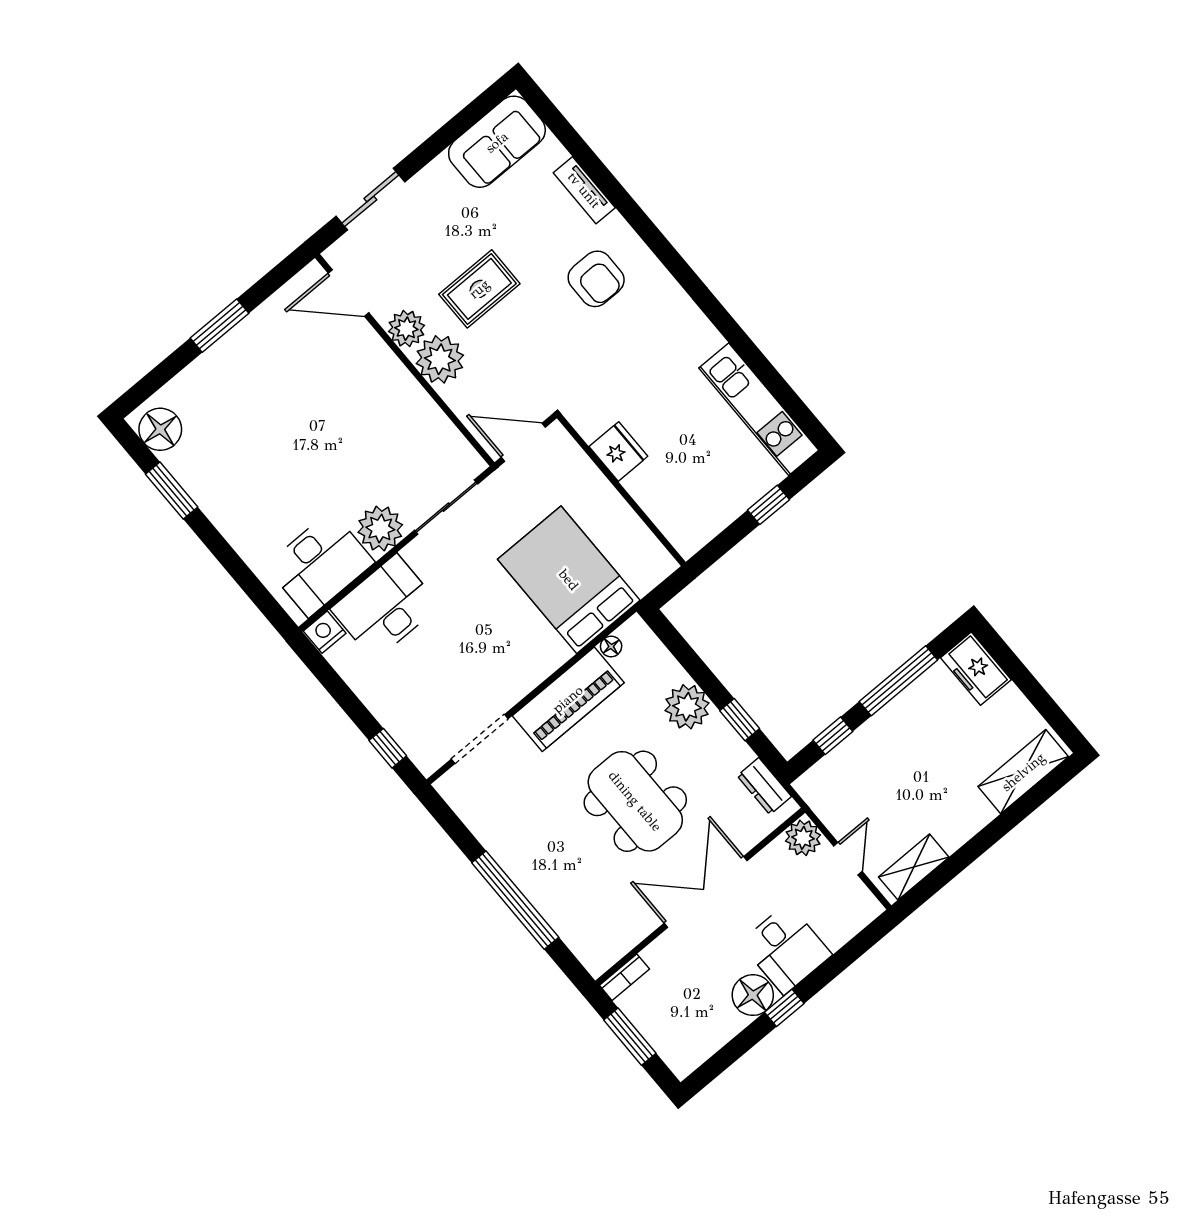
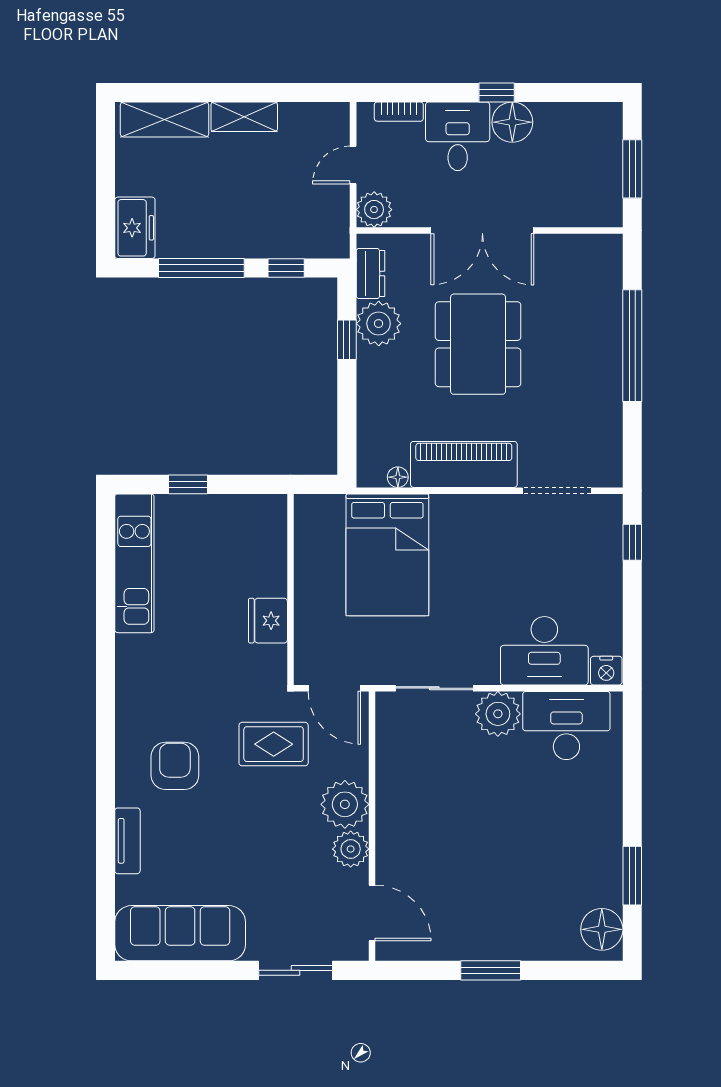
sofa: (497, 142) -> (180, 933), width x1.36
rug: (479, 289) -> (274, 744), moved
plant: (687, 707) -> (379, 324), moved
shelving: (914, 867) -> (244, 117), moved
bookcase: (624, 977) -> (399, 112), moved, turned 180

